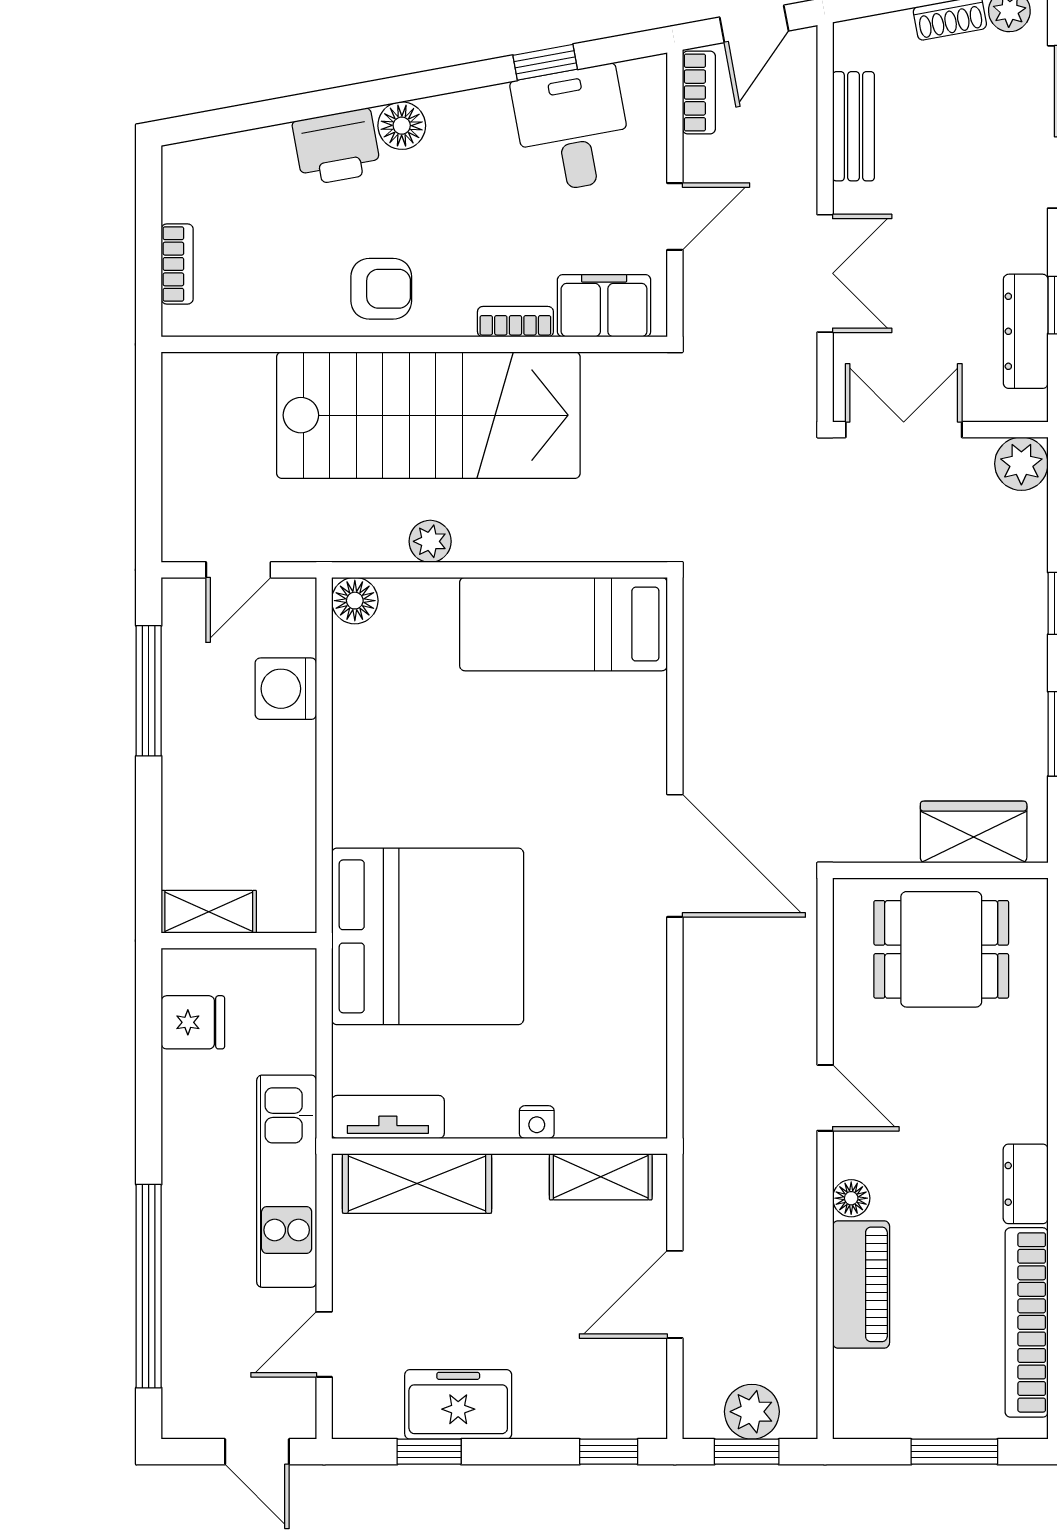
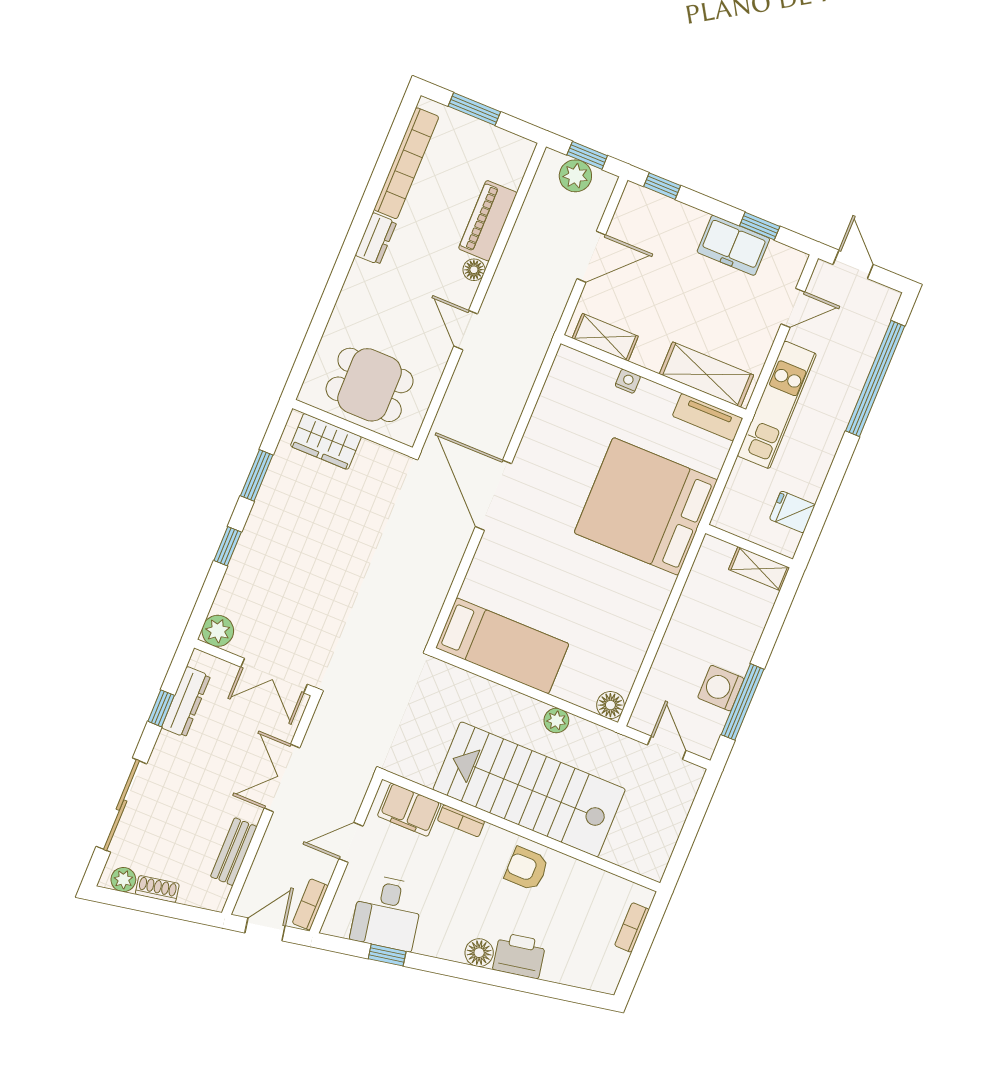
door: (238, 570) -> (667, 748), hinge flipped
washing machine: (286, 689) -> (721, 688), moved, turned 180

